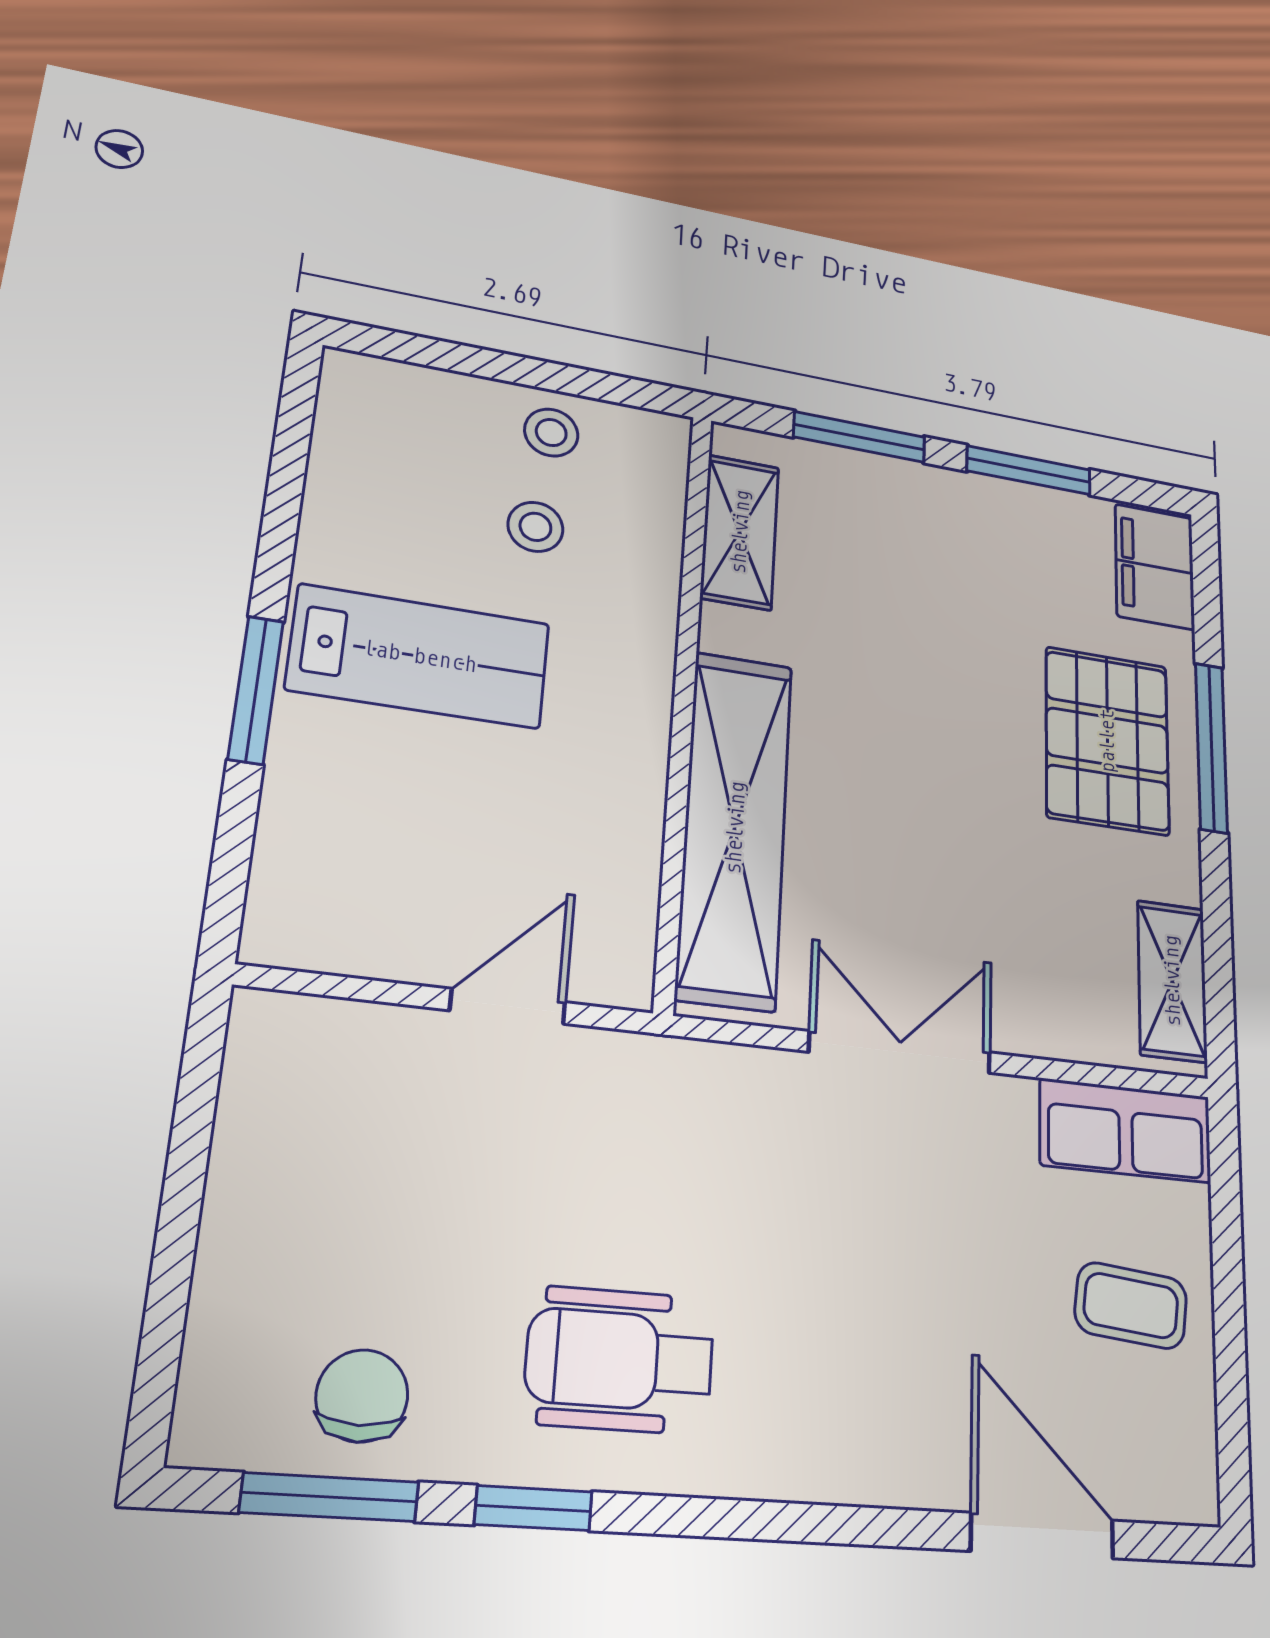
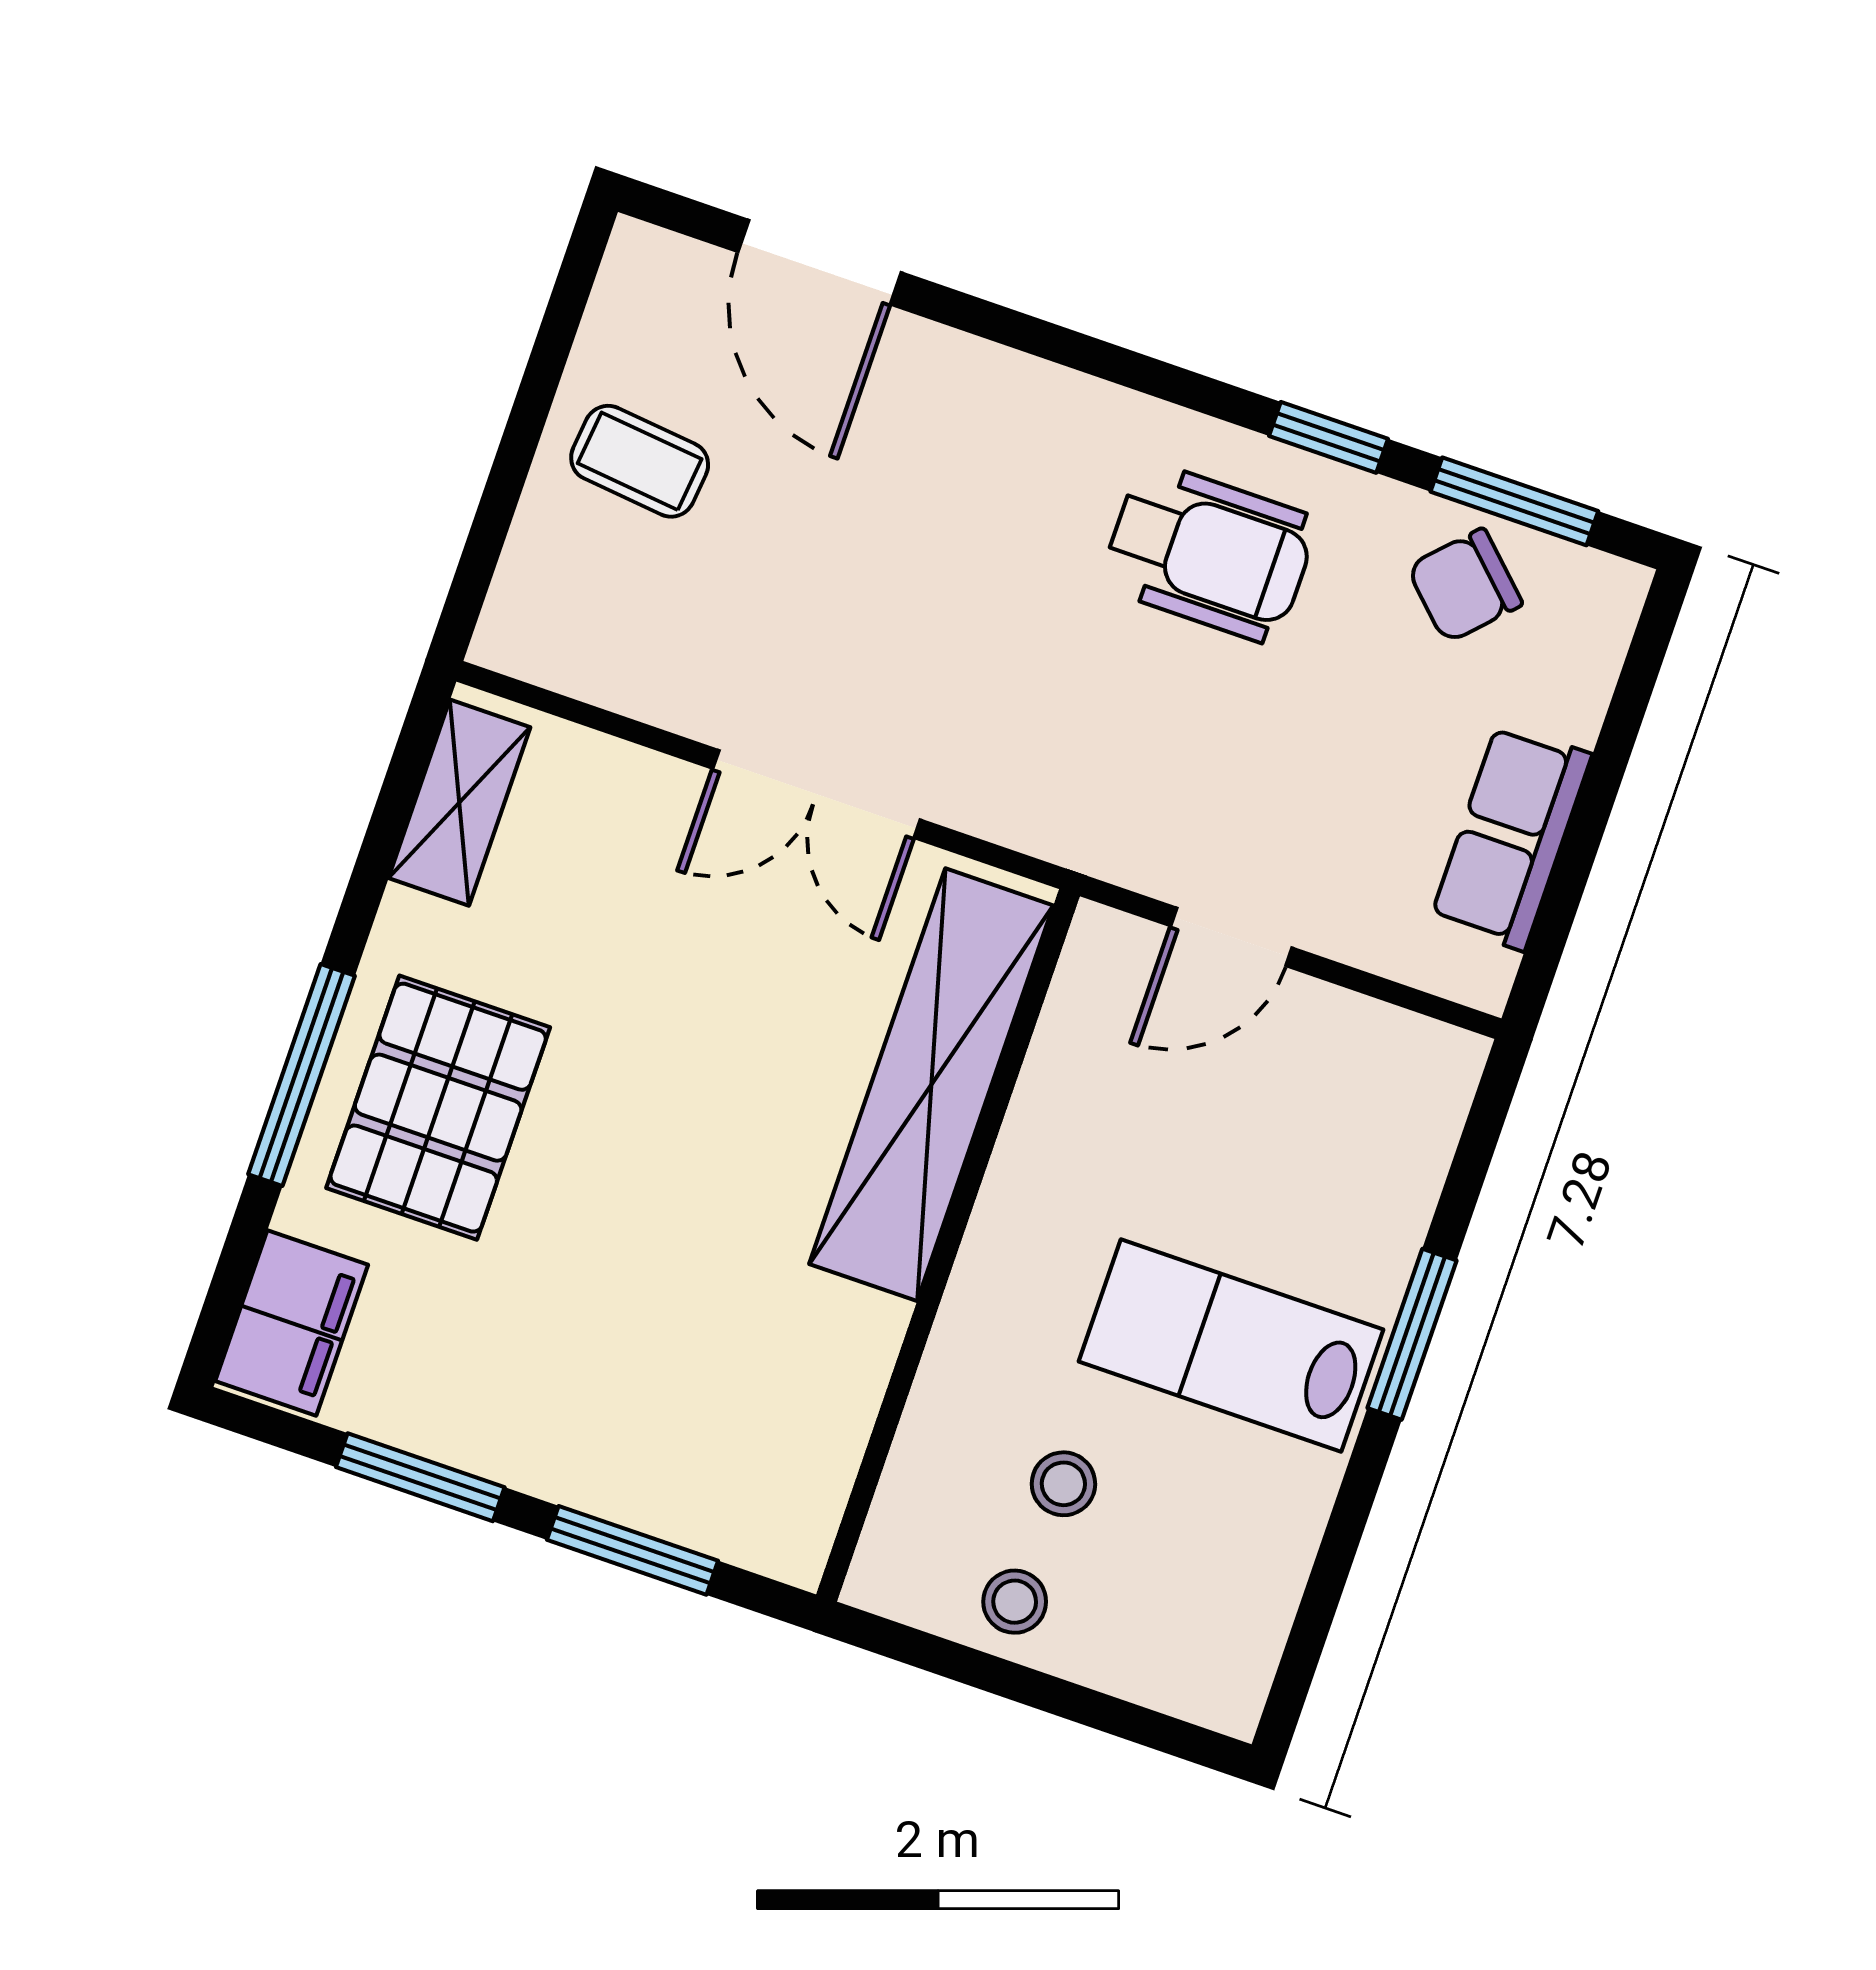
shelving: (740, 532) -> (822, 1444), removed
row of seats: (1126, 1131) -> (1511, 837), moved, turned -90
chair: (362, 1396) -> (1465, 586), turned 44

